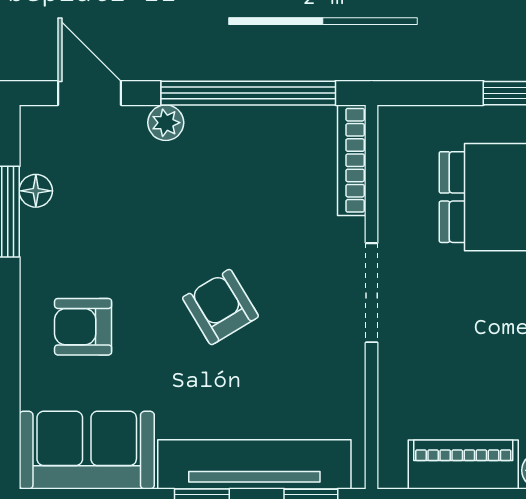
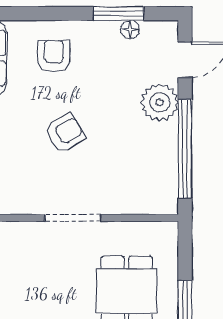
plant: (166, 123) -> (160, 102), width x1.88, depth x1.88
bookcase: (352, 160) -> (147, 207), removed

